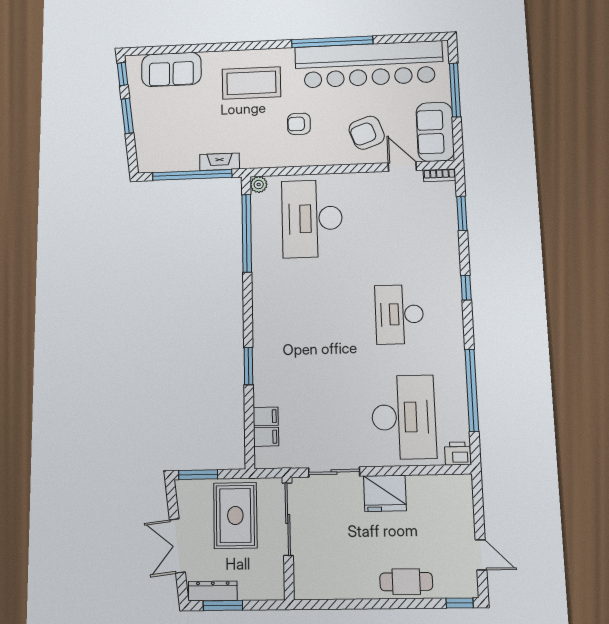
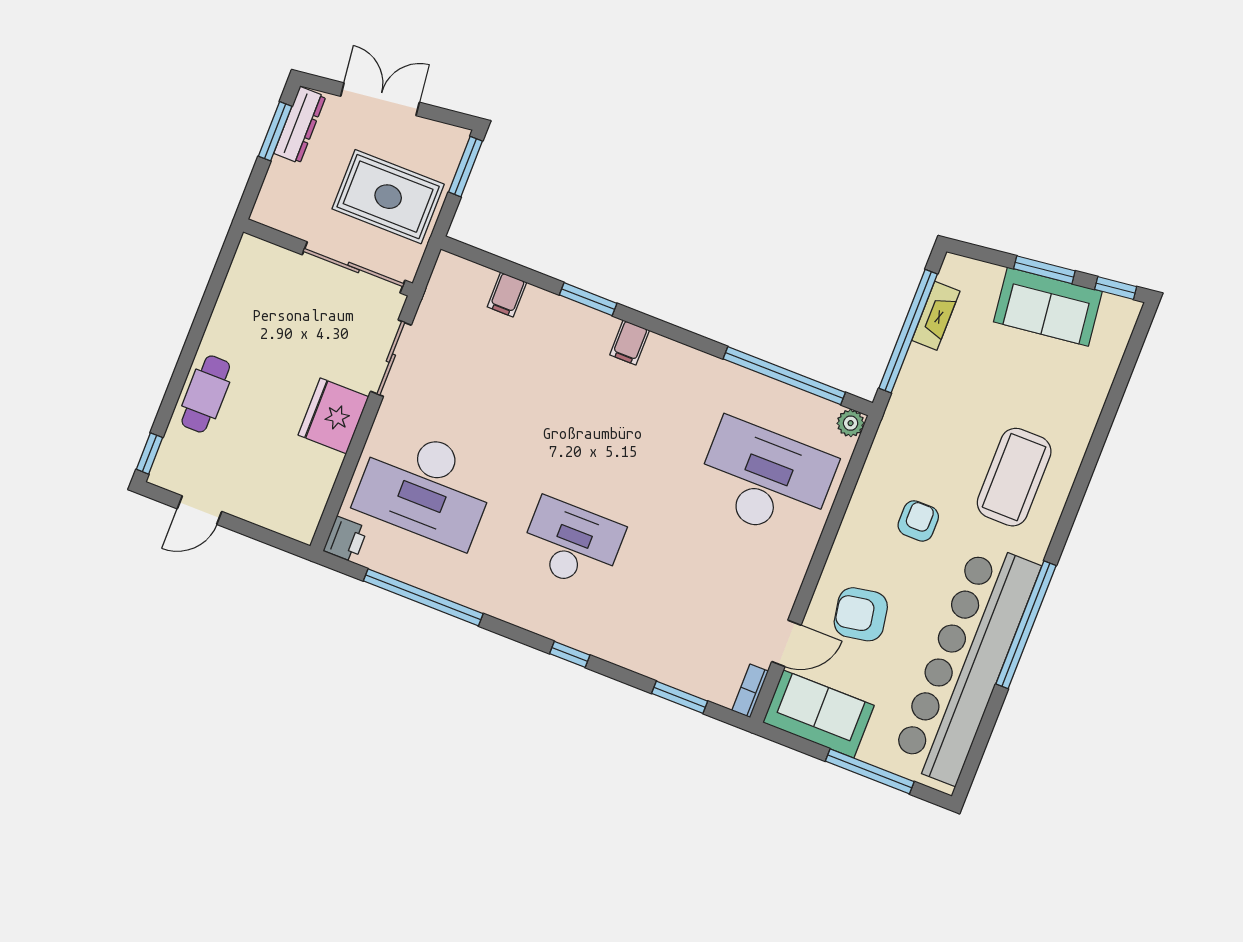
sofa: (171, 69) -> (1048, 307), moved, turned -97
armchair: (367, 133) -> (861, 614), turned -80
fireplace: (219, 162) -> (936, 316), moved
filing cabinet: (266, 437) -> (630, 342), moved

